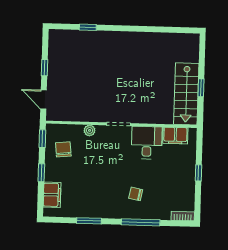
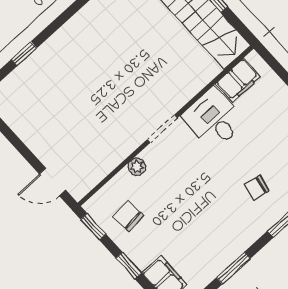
window: (44, 68) -> (19, 145), removed

